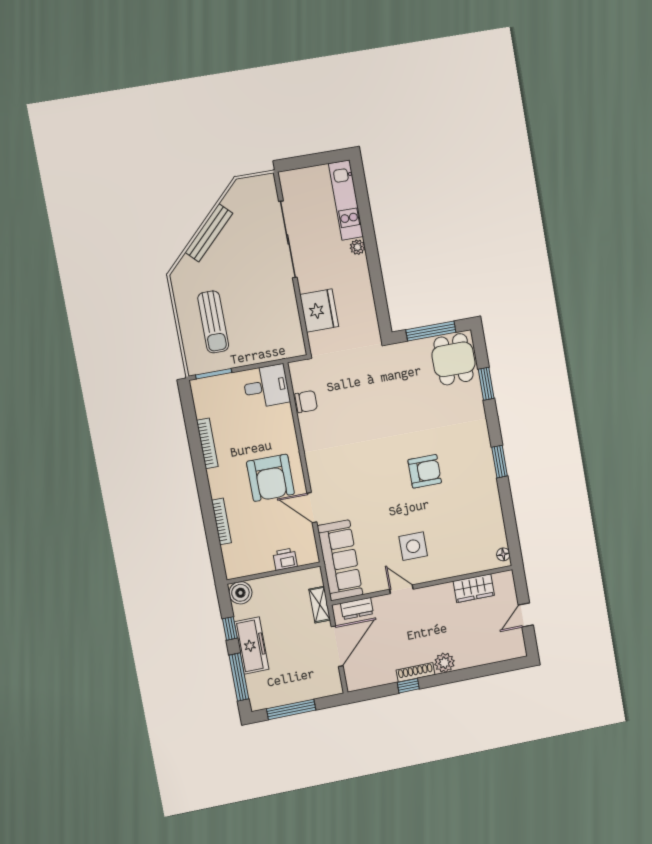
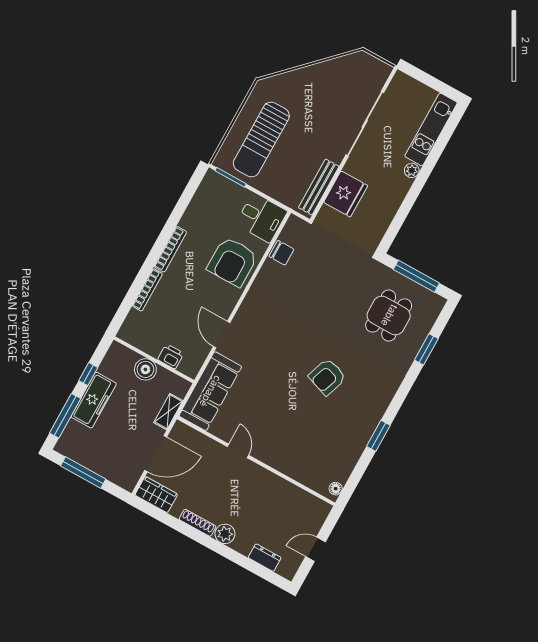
bench: (209, 233) -> (319, 187), moved, turned -45
sun lounger: (213, 322) -> (261, 140), width x1.36, depth x1.34
dining table: (454, 359) -> (389, 315), moved
bookcase: (207, 443) -> (170, 249), moved
window: (500, 462) -> (378, 436), moved
armchair: (425, 471) -> (327, 377), turned 109
armchair: (270, 478) -> (232, 262), moved
side table: (413, 546) -> (273, 426), removed
wardrobe: (474, 588) -> (156, 495), moved, turned 180
boiler: (240, 593) -> (145, 369), moved
dresser: (357, 608) -> (265, 558), moved, turned 180
window: (408, 686) -> (184, 528), removed

